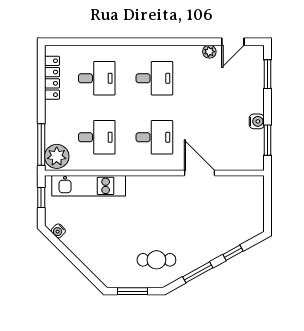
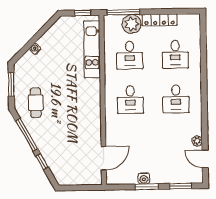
locker: (52, 78) -> (160, 20), moved
window: (267, 140) -> (147, 187), moved
plant: (57, 156) -> (132, 24), moved
door: (200, 173) -> (104, 158), moved
water cooler: (58, 231) -> (35, 49), moved
window: (198, 272) -> (27, 135), width x1.44

